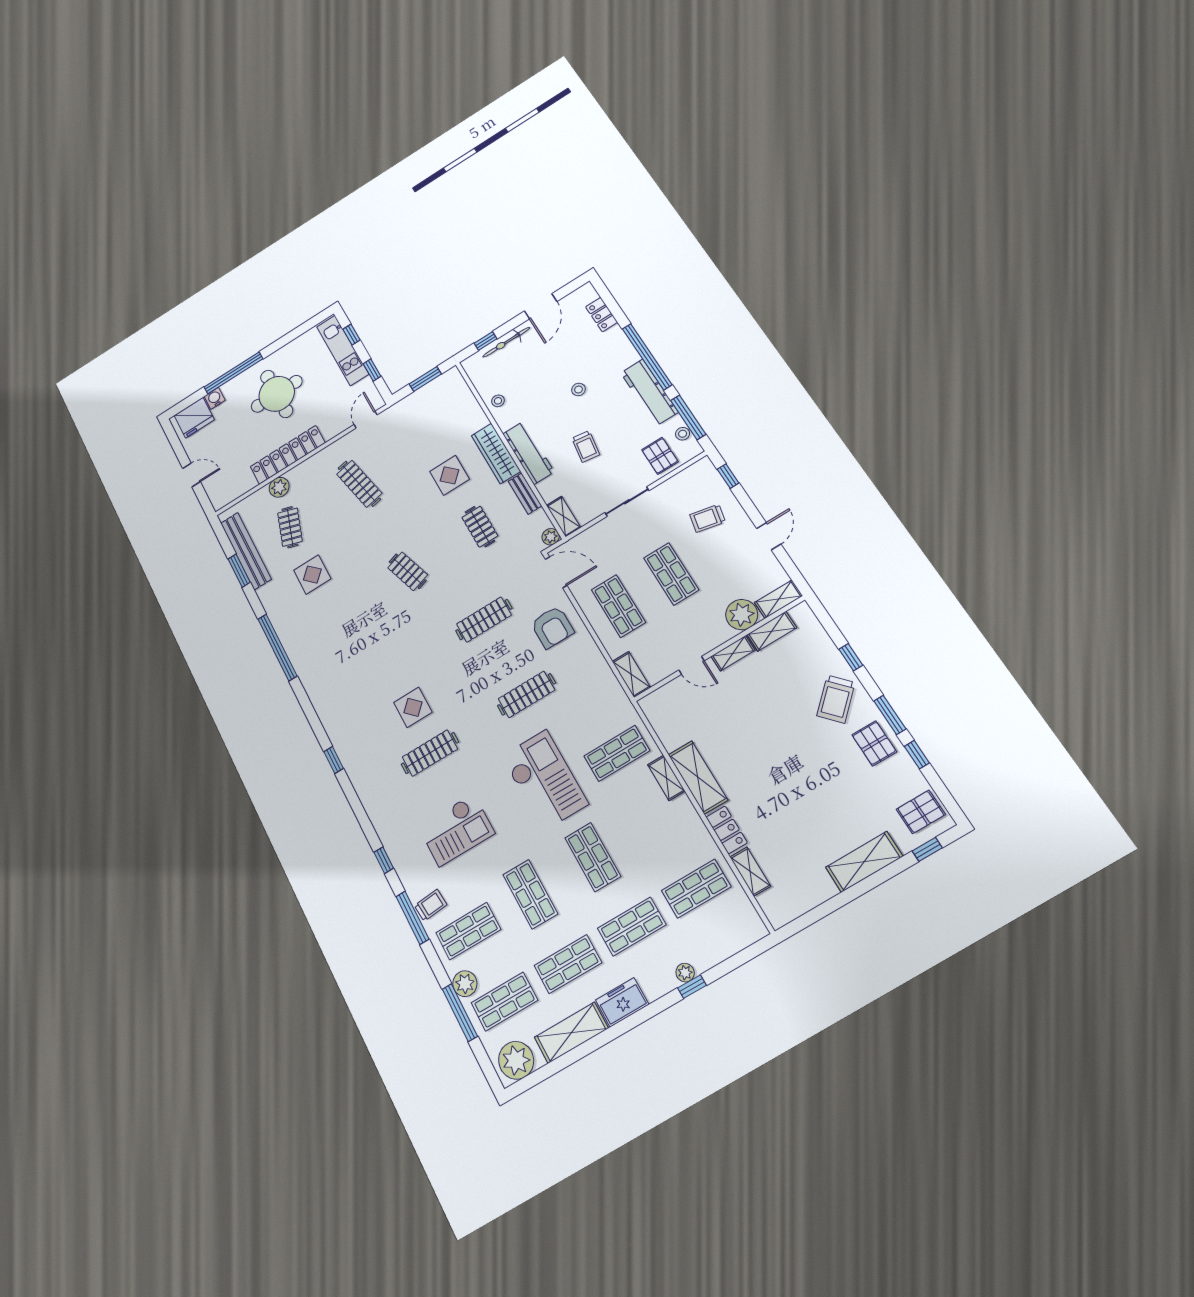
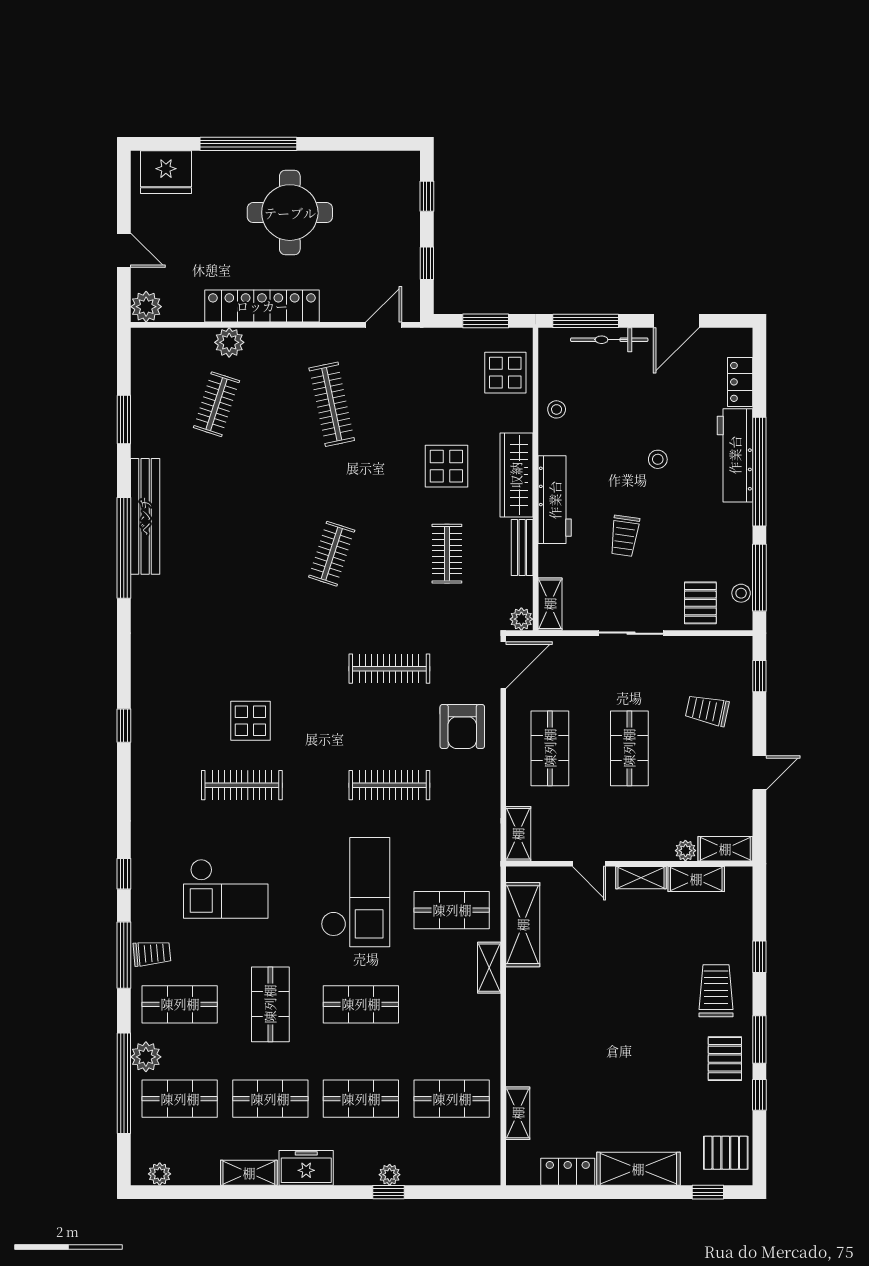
window: (486, 341) -> (586, 321), width x2.17
kitchen unit: (343, 350) -> (404, 210), removed
workbench: (649, 392) -> (735, 455), moved
water cooler: (215, 398) -> (206, 163), removed
plant: (220, 498) -> (146, 307), added
bench: (246, 551) -> (145, 516), moved
clothes rail: (408, 571) -> (332, 554), turned 36
door: (556, 572) -> (503, 665), hinge flipped
display table: (312, 575) -> (505, 373), moved
plant: (742, 615) -> (685, 851), width x0.53, depth x0.53
trolley: (836, 699) -> (716, 991), turned 133
shelving: (698, 777) -> (523, 925), moved
locker: (727, 830) -> (568, 1172), moved, turned -90
shop shelf: (593, 857) -> (361, 1004), turned 90
window: (460, 1013) -> (124, 1083), width x1.46
shelving: (571, 1033) -> (249, 1173), width x0.67, depth x0.75
plant: (516, 1060) -> (160, 1174), width x0.53, depth x0.53

